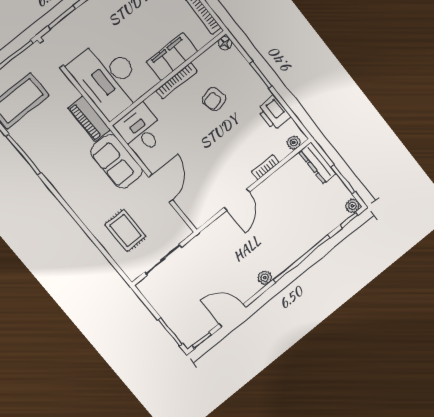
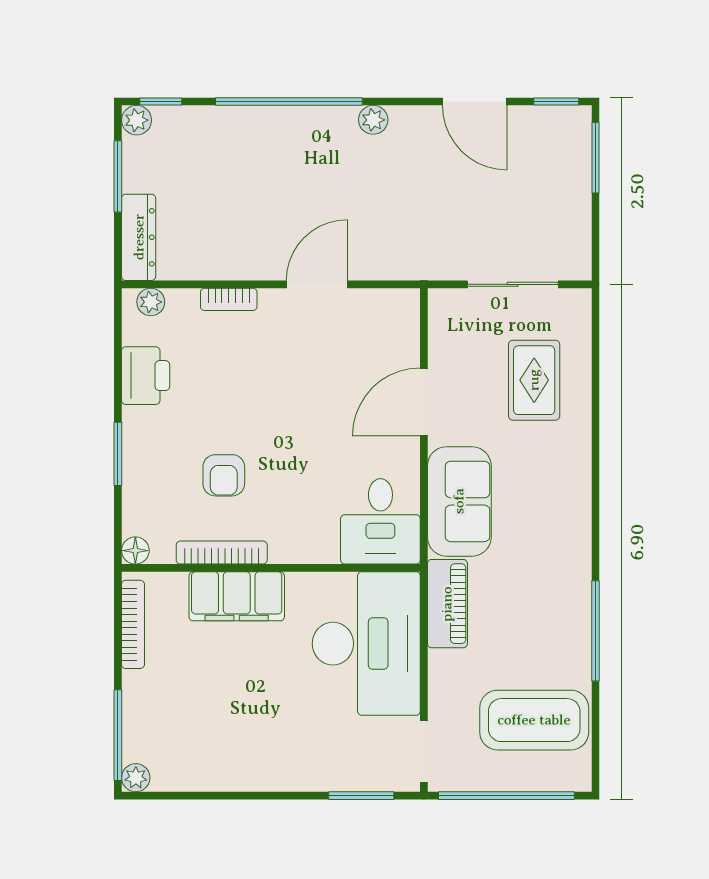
bookcase: (176, 81) -> (222, 553), moved
armchair: (214, 99) -> (224, 475), turned 103

